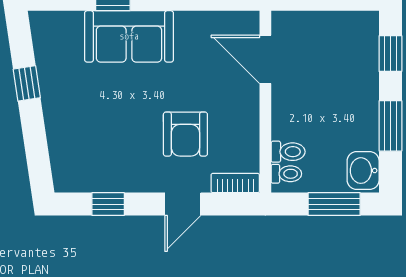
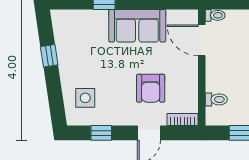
sofa: (129, 36) -> (137, 26), moved
side table: (83, 149) -> (85, 98), added
toilet: (286, 174) -> (215, 15), moved

